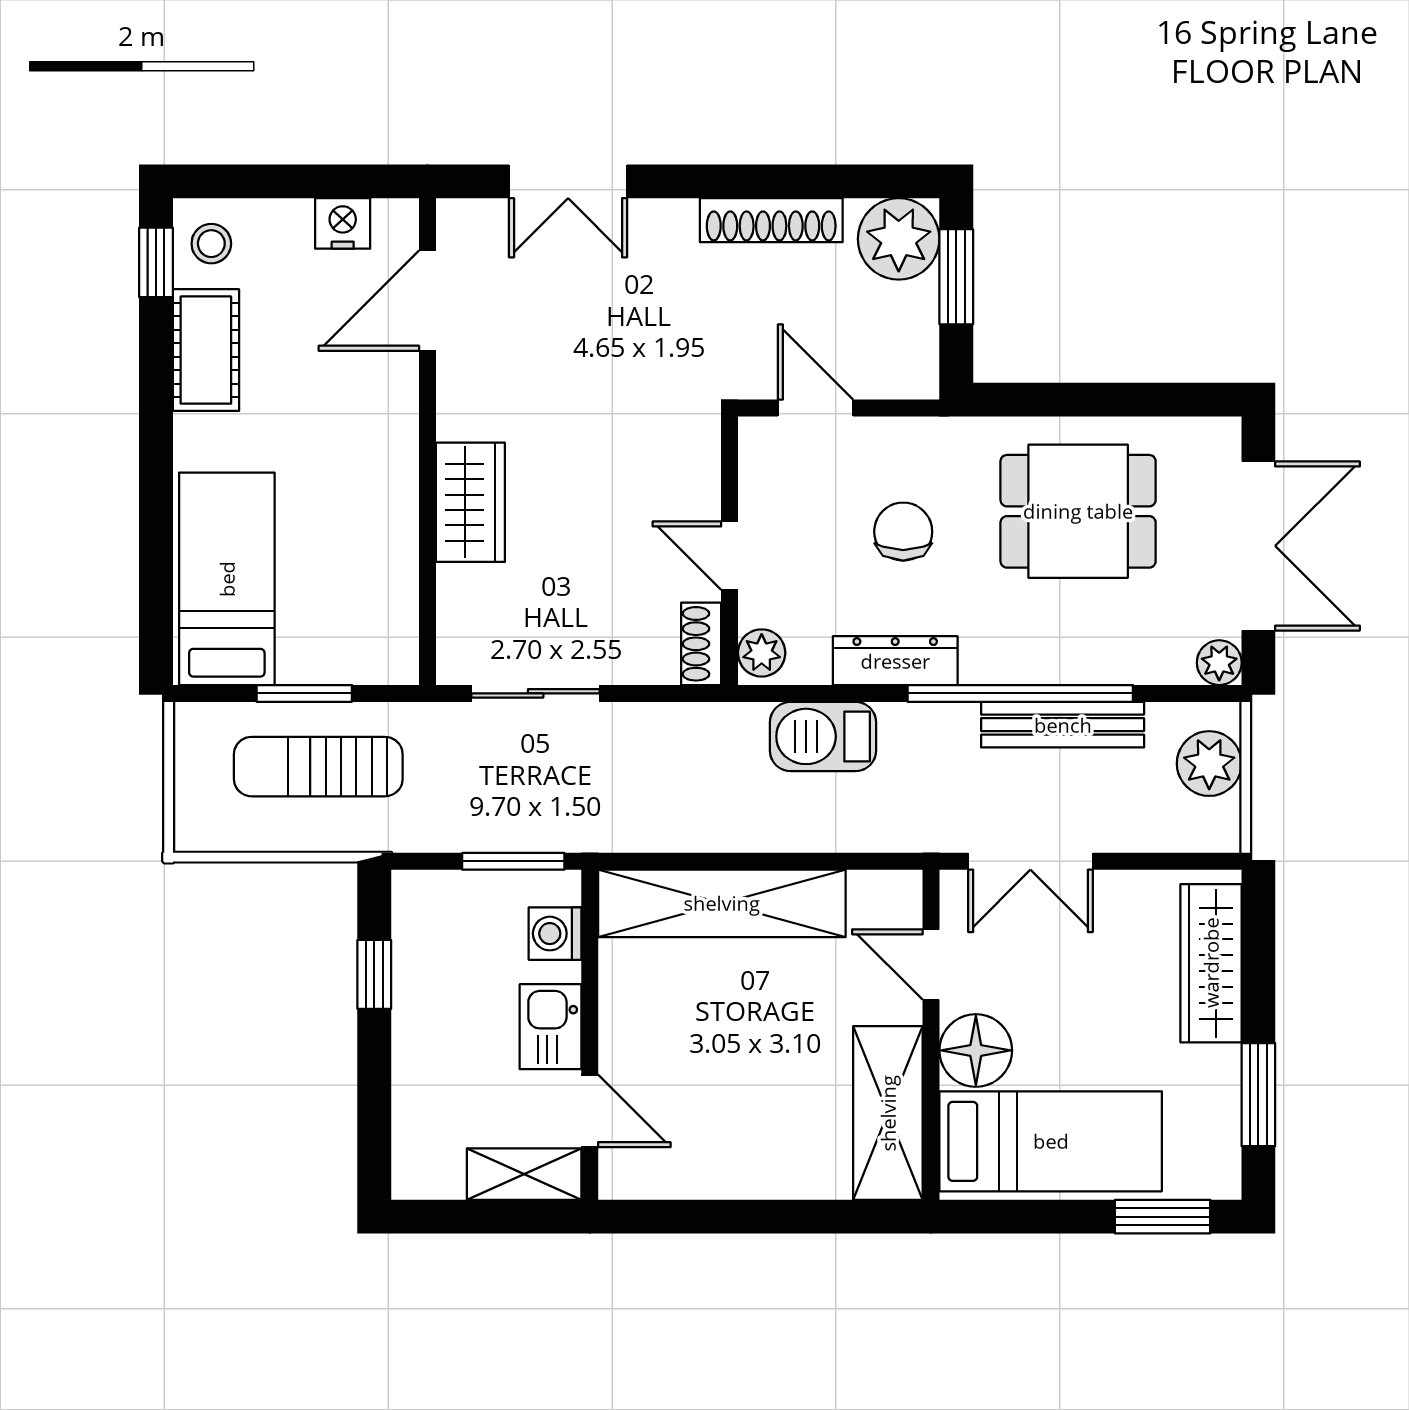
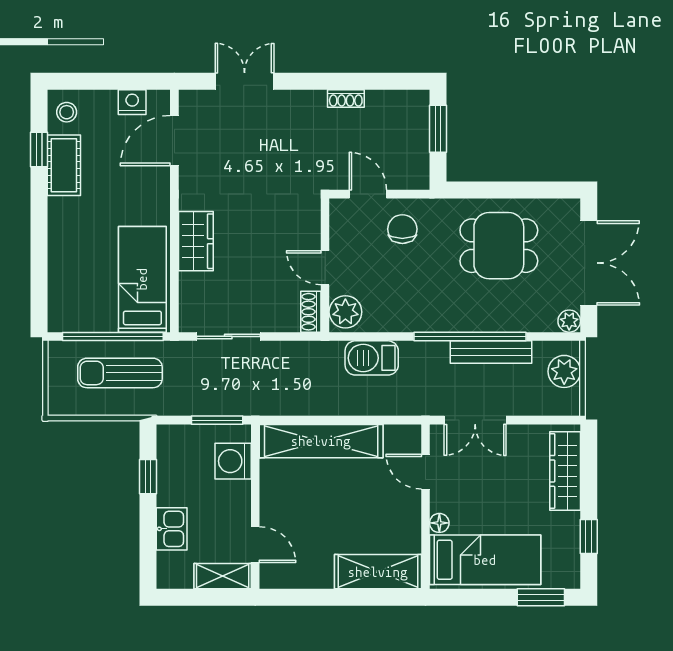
double door: (568, 181) -> (245, 81), swing flipped
shoe rack: (771, 220) -> (346, 98), width x0.51, depth x0.81
plant: (899, 239) -> (409, 110), removed
window: (156, 262) -> (39, 150), moved
chair: (903, 532) -> (402, 229), moved
bed: (227, 579) -> (142, 279), moved
plant: (762, 653) -> (345, 312), width x1.38, depth x1.38
dresser: (895, 661) -> (408, 320), removed
window: (304, 693) -> (113, 336), width x2.11
washing machine: (555, 934) -> (233, 461), width x1.38, depth x1.38
kitchen sink: (550, 1027) -> (172, 529), moved, turned 180
floor lamp: (976, 1050) -> (439, 523), width x0.53, depth x0.53
window: (1258, 1095) -> (589, 536), width x0.67
shelving: (888, 1113) -> (378, 572), moved, turned 90

